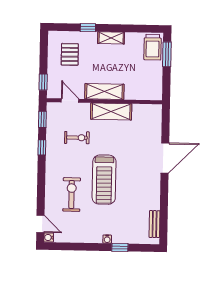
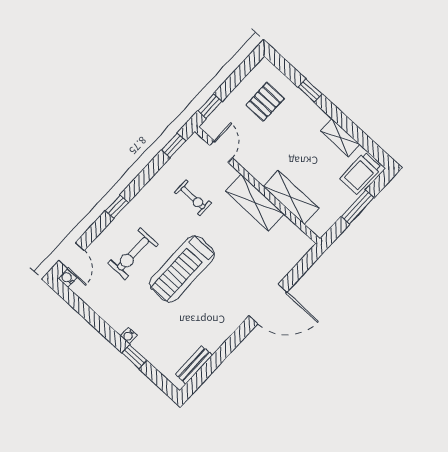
shelving: (111, 38) -> (340, 138), moved
window: (167, 54) -> (358, 207), moved
shelving: (104, 92) -> (291, 197), moved
window: (42, 147) -> (117, 207), moved
exercise bike: (72, 194) -> (133, 254), turned 180

